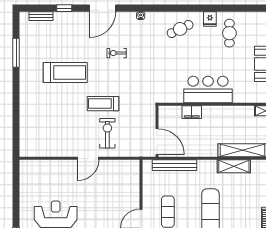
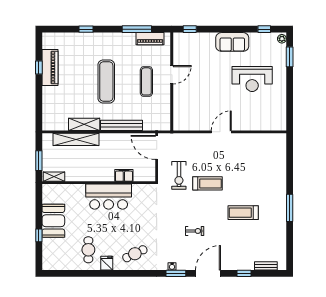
window: (137, 8) -> (176, 273), added
window: (16, 53) -> (290, 208), moved
treadmill: (65, 73) -> (243, 213), width x0.73, depth x0.73
exercise bike: (107, 133) -> (179, 175), moved
bench: (174, 165) -> (121, 125), moved

